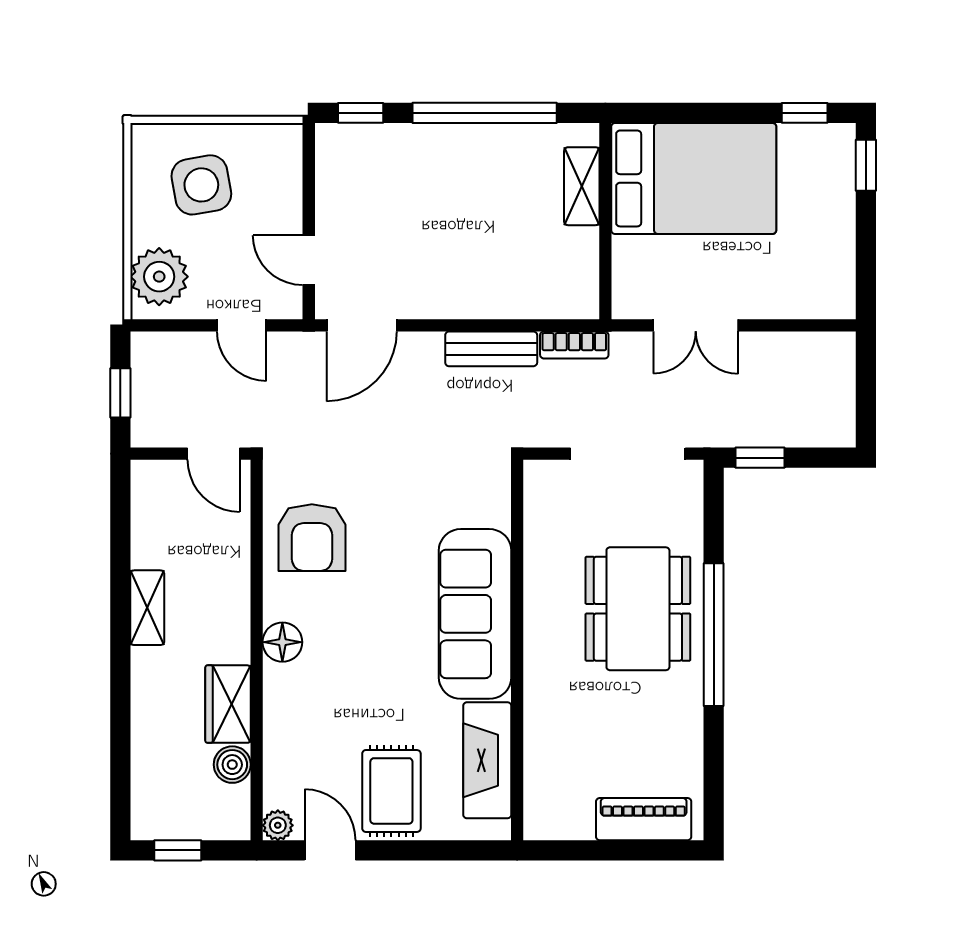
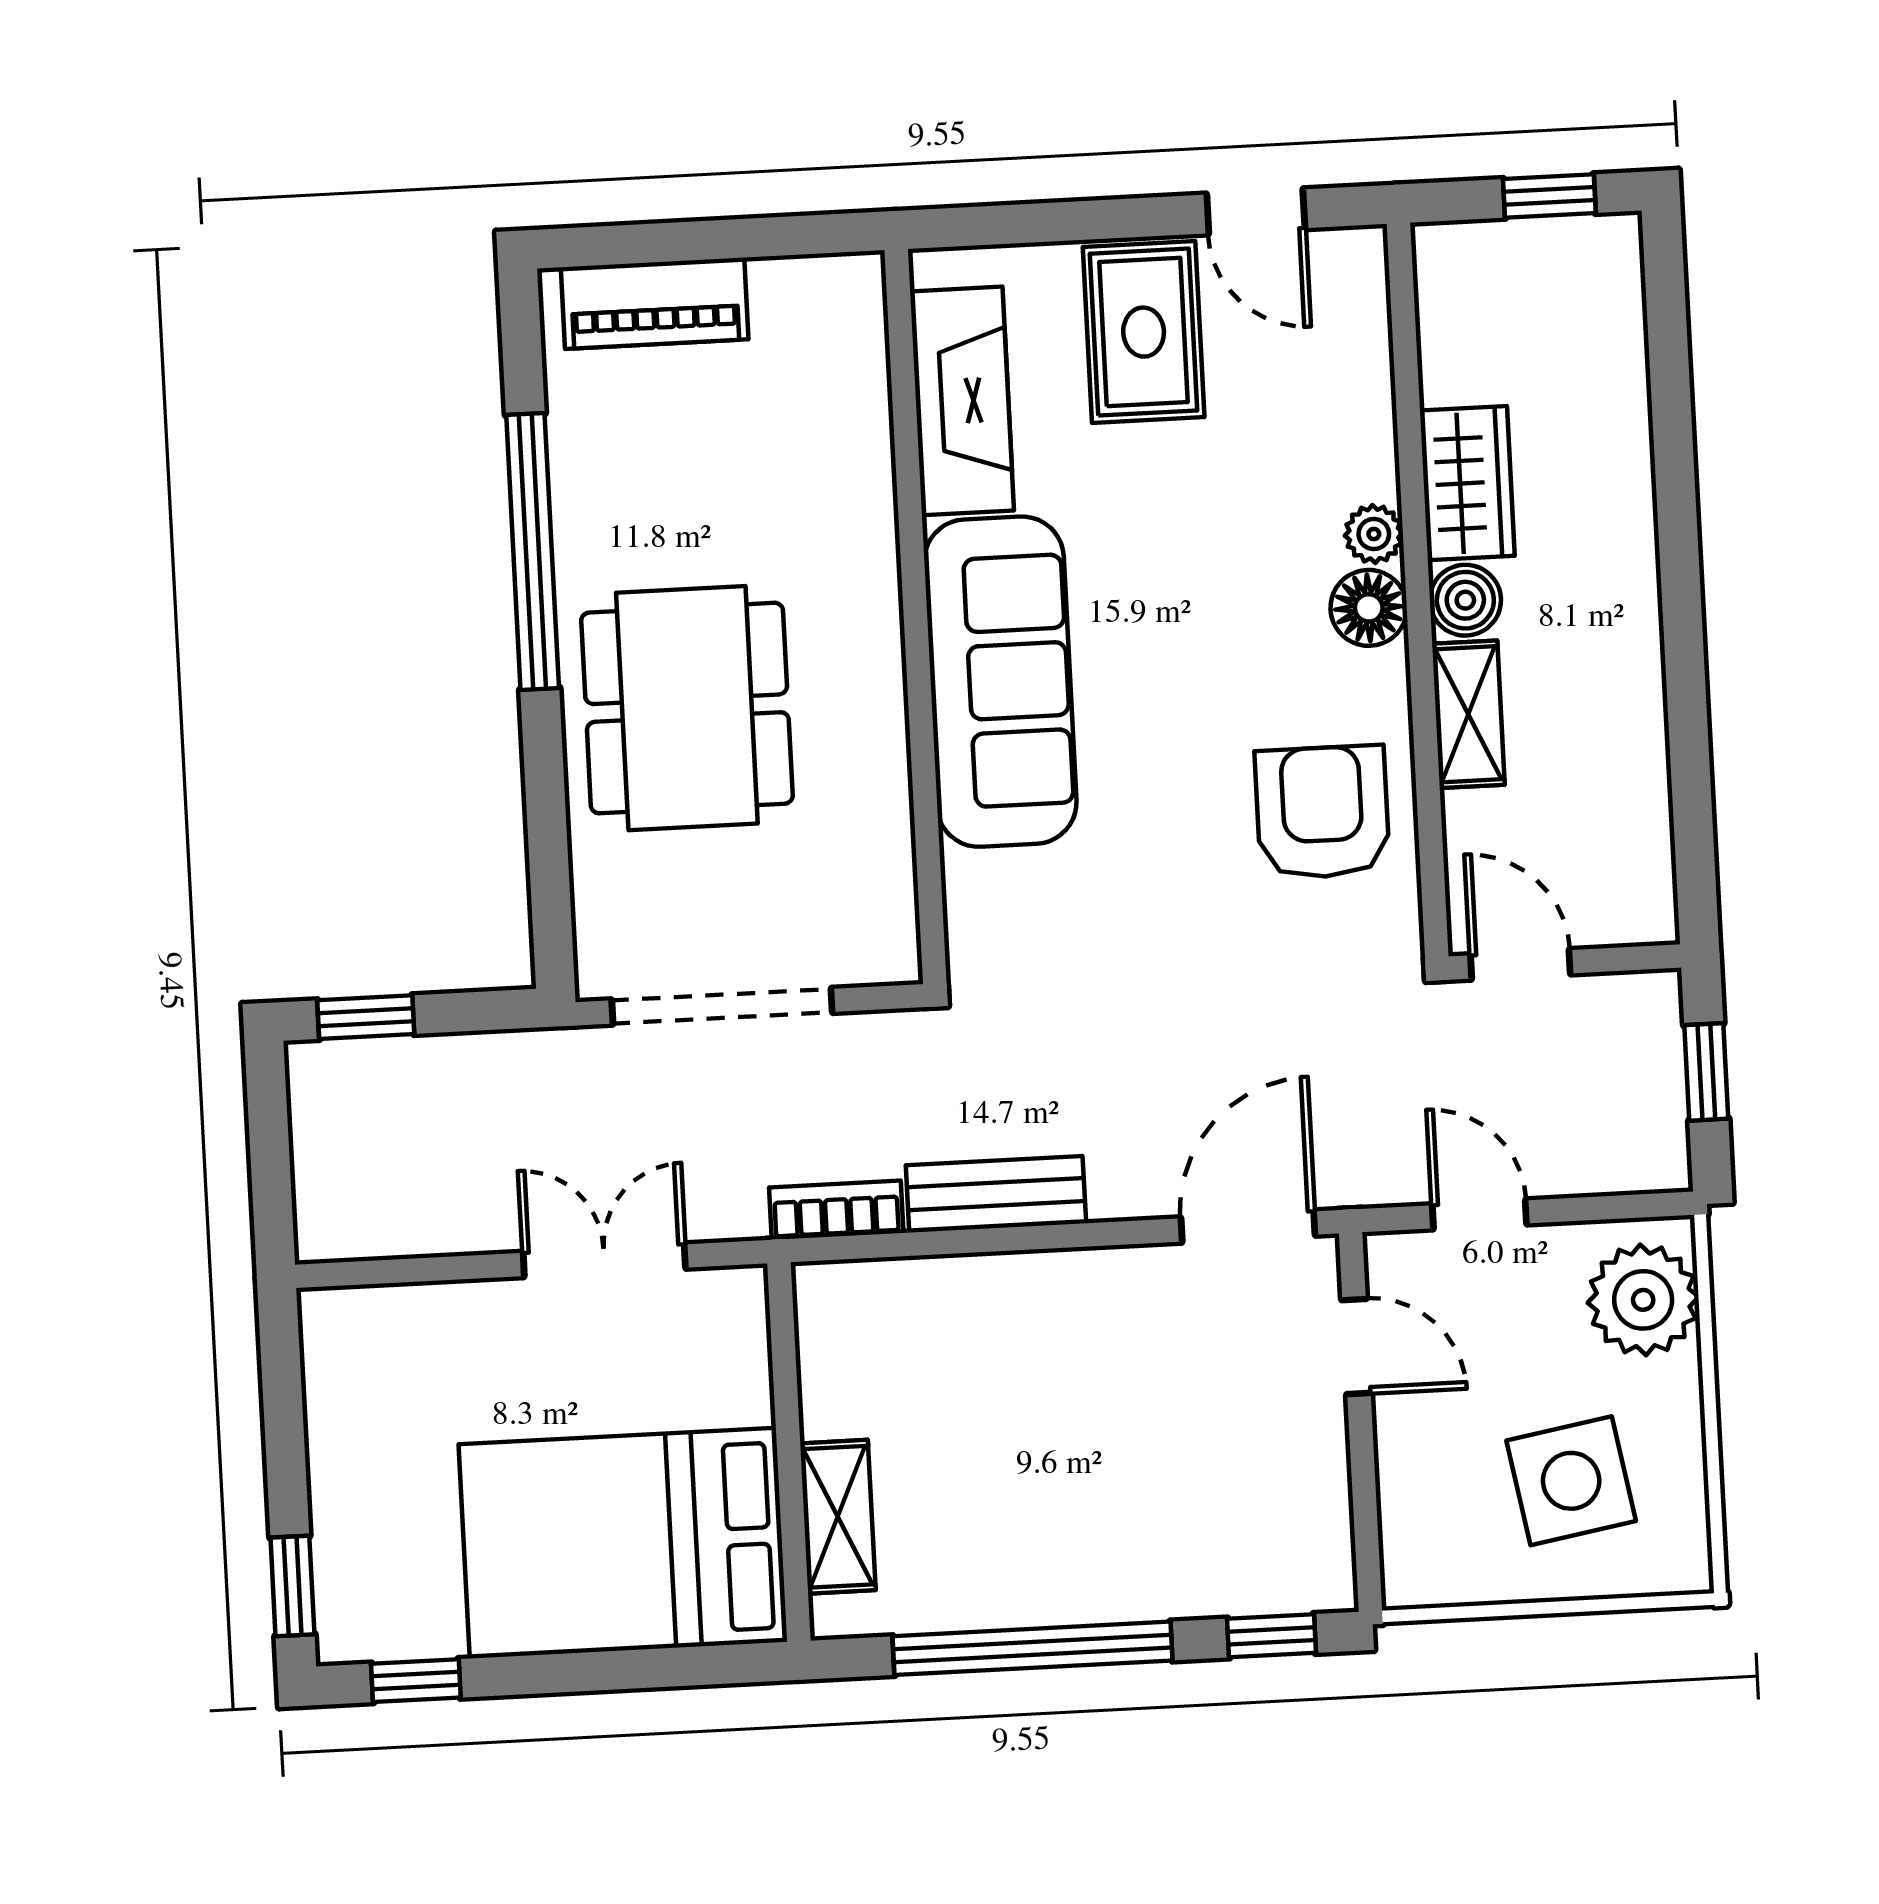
window: (760, 458) -> (366, 1017), moved
shelving: (147, 608) -> (1468, 714), moved
window: (714, 635) -> (533, 552), moved
boiler: (232, 765) -> (1465, 600), moved
plant: (278, 825) -> (1374, 534), moved

